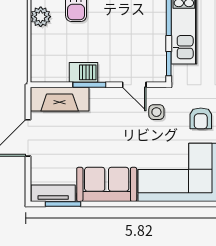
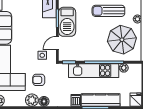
barbecue: (83, 72) -> (67, 22), width x1.88, depth x1.53

